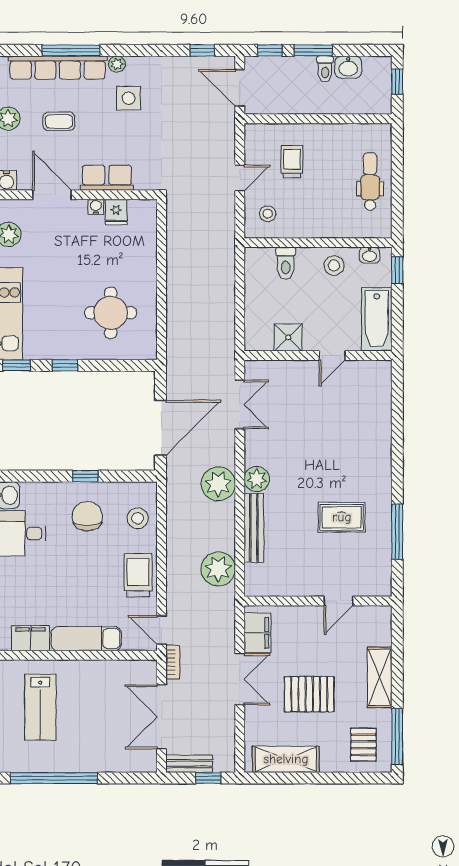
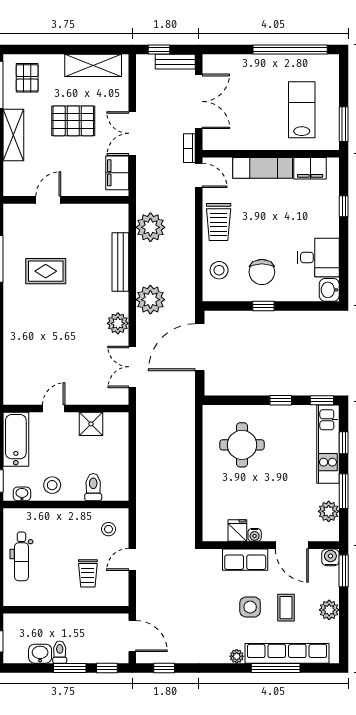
side table: (129, 98) -> (250, 607), moved
coffee table: (59, 121) -> (286, 608), turned 90
plant: (257, 479) -> (118, 323), moved

